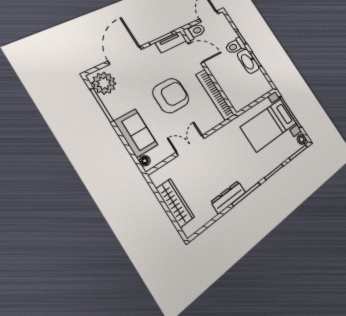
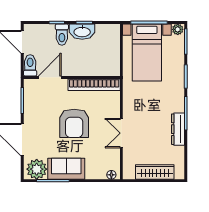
tv unit: (171, 42) -> (29, 94), removed
armchair: (171, 96) -> (74, 123), turned 180
sofa: (136, 133) -> (66, 169), moved

